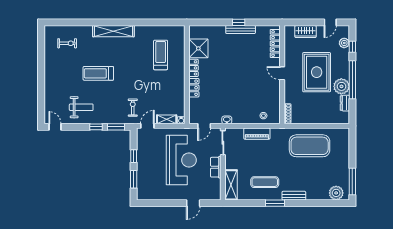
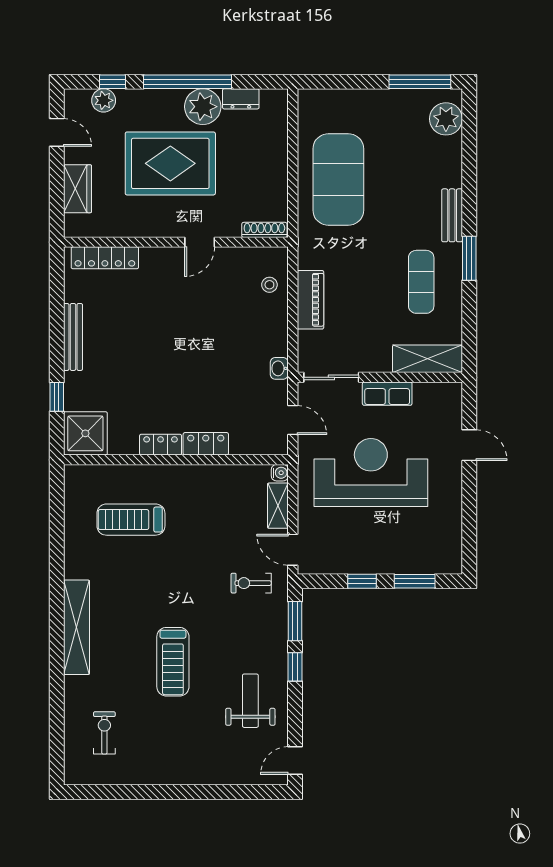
window: (239, 22) -> (57, 397), moved
shower: (198, 48) -> (85, 433), moved
door: (282, 73) -> (200, 242), moved

